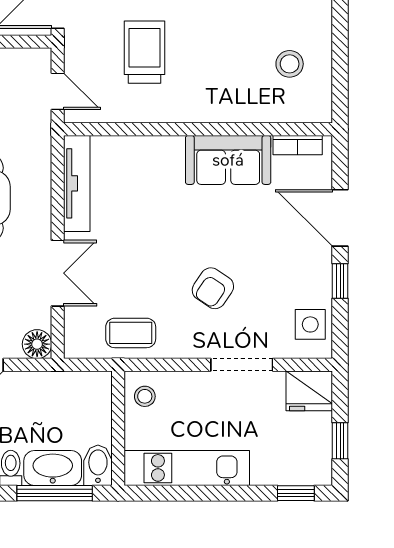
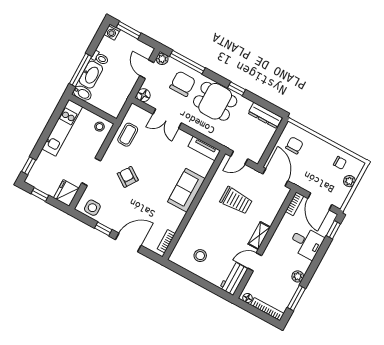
sofa: (228, 160) -> (186, 190), moved
tv unit: (77, 183) -> (204, 148), width x0.71

